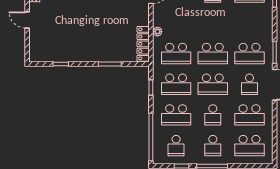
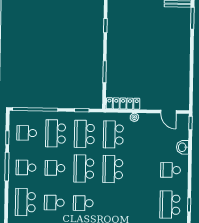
school desk: (249, 54) -> (112, 204), removed
school desk: (249, 115) -> (54, 203), width x0.54

